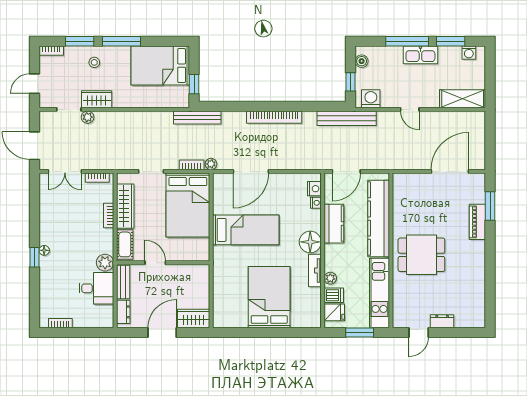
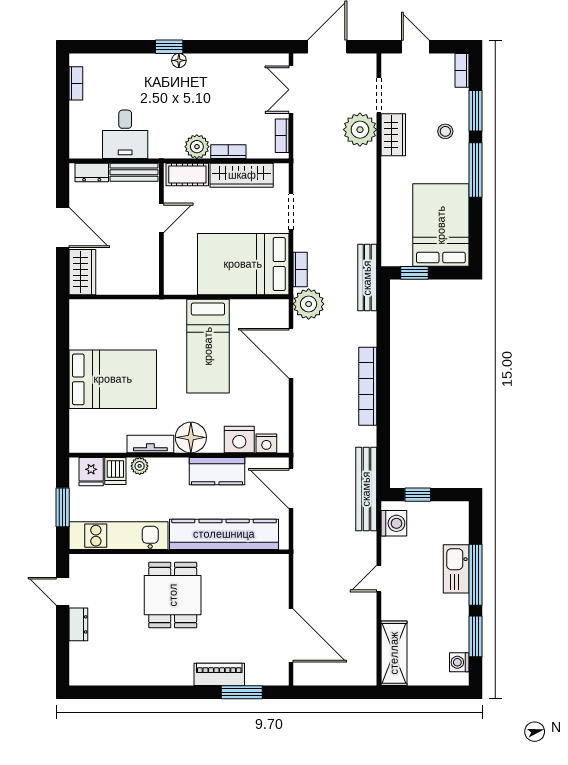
kitchen sink: (420, 55) -> (456, 569), moved
boiler: (362, 61) -> (447, 510), removed
plant: (88, 117) -> (360, 130), width x1.87, depth x1.87
plant: (211, 164) -> (309, 304), width x1.88, depth x1.88
nightstand: (316, 203) -> (239, 440), width x1.89, depth x1.79
plant: (105, 263) -> (197, 147), moved

